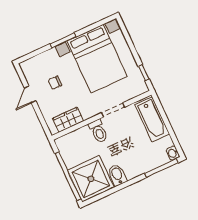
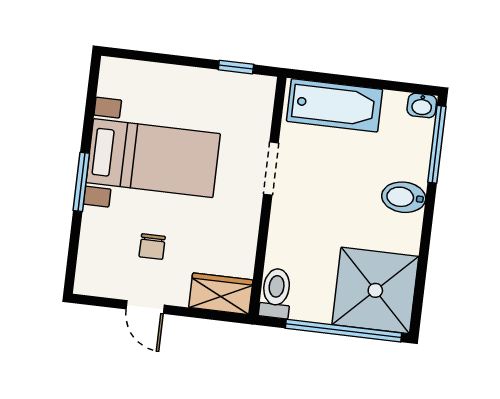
bed with nightstands: (97, 59) -> (153, 158), width x0.73
wardrobe: (68, 120) -> (221, 294), moved, turned 90
toilet: (98, 131) -> (276, 293), moved, turned -90
bidet: (117, 175) -> (404, 197), moved

